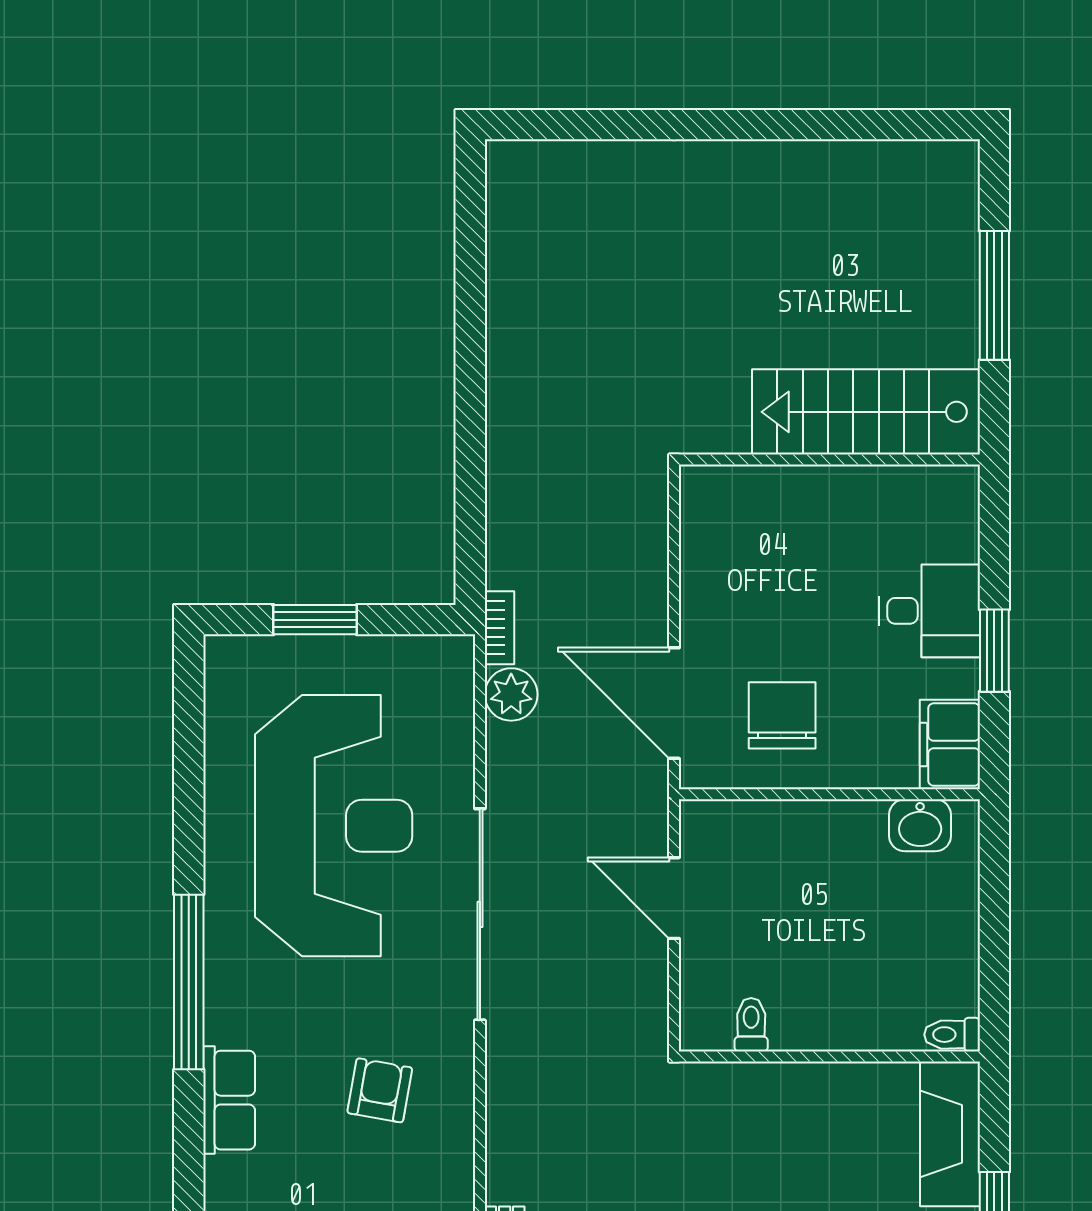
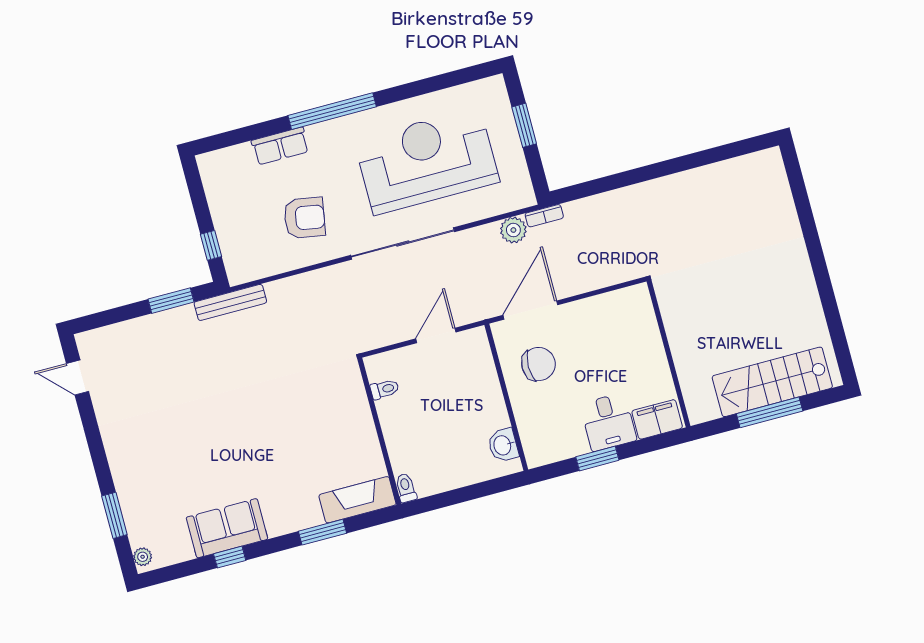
stairs: (866, 412) -> (772, 382), moved, turned -90
filing cabinet: (950, 745) -> (657, 419), moved
reception desk: (334, 826) -> (427, 161), turned 180
armchair: (380, 1090) -> (304, 218), width x1.38, depth x1.38

